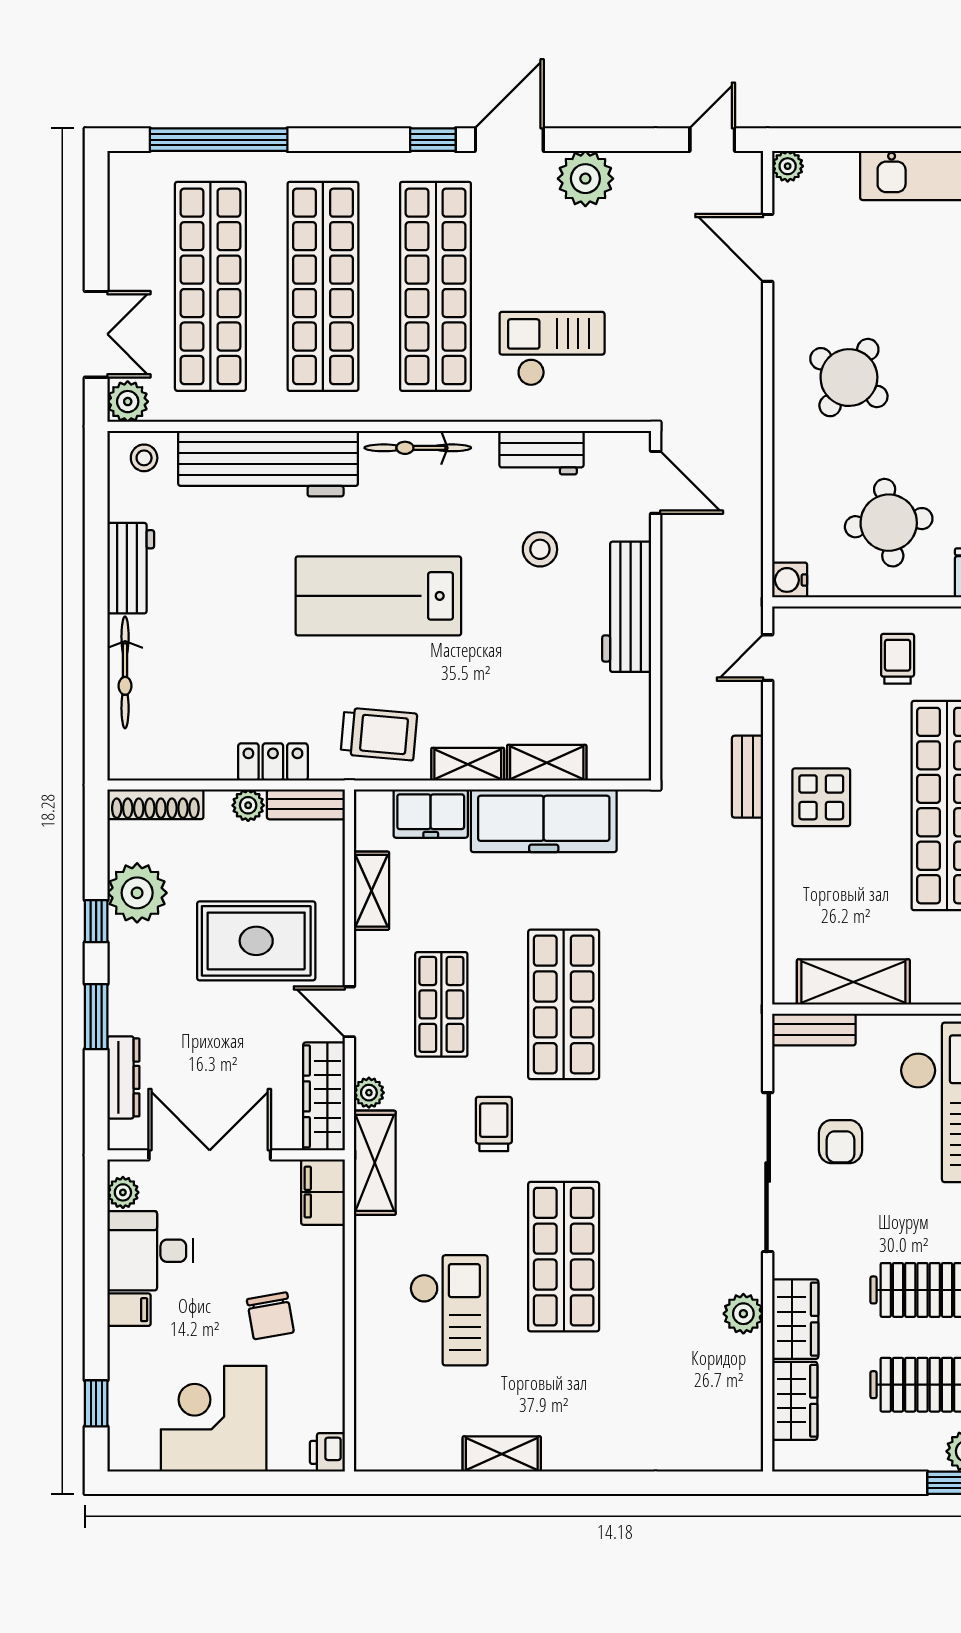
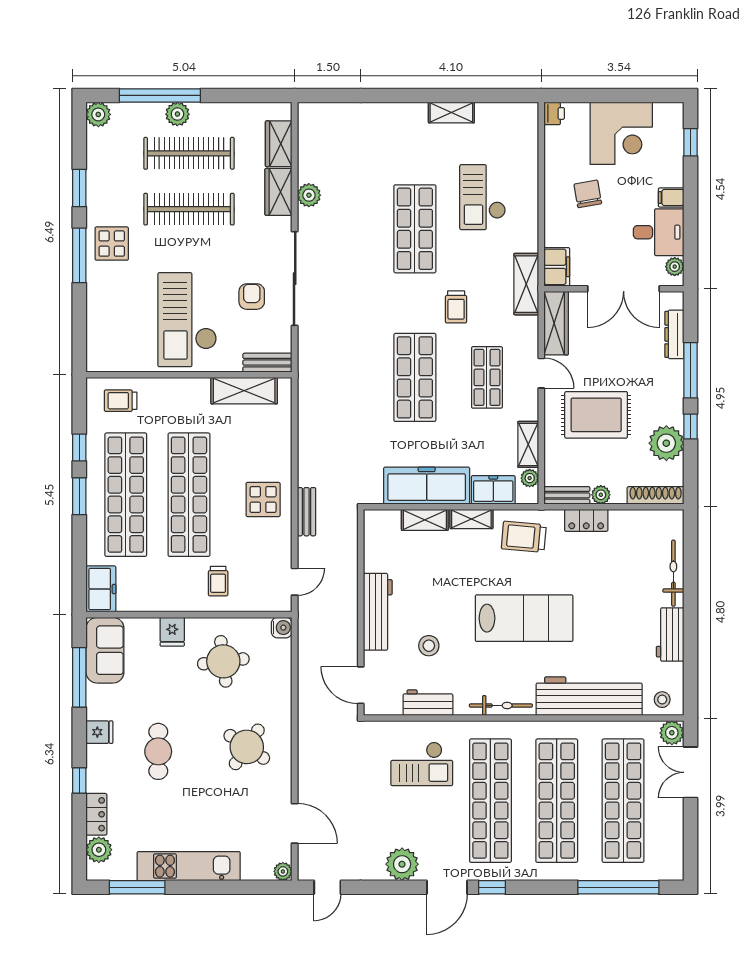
window: (96, 1017) -> (690, 370), width x1.44
plant: (369, 1093) -> (530, 478), moved

